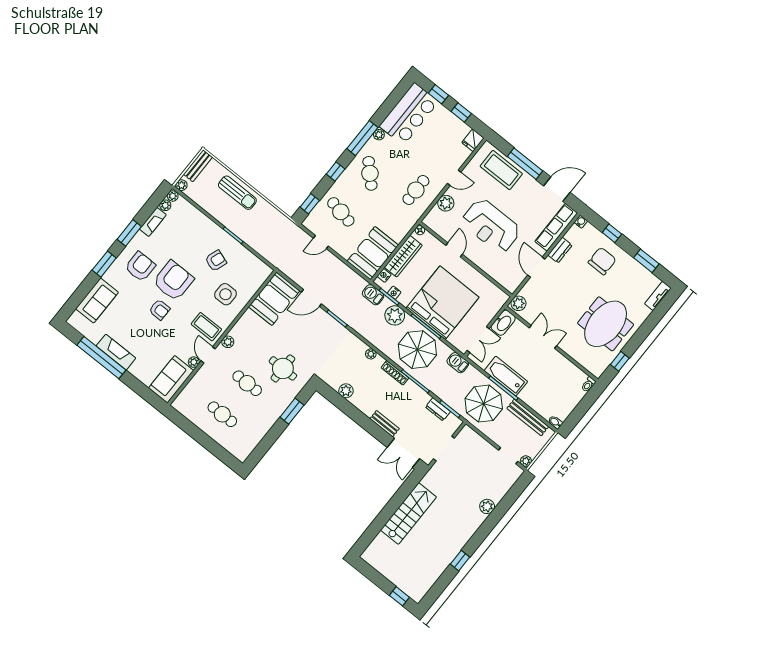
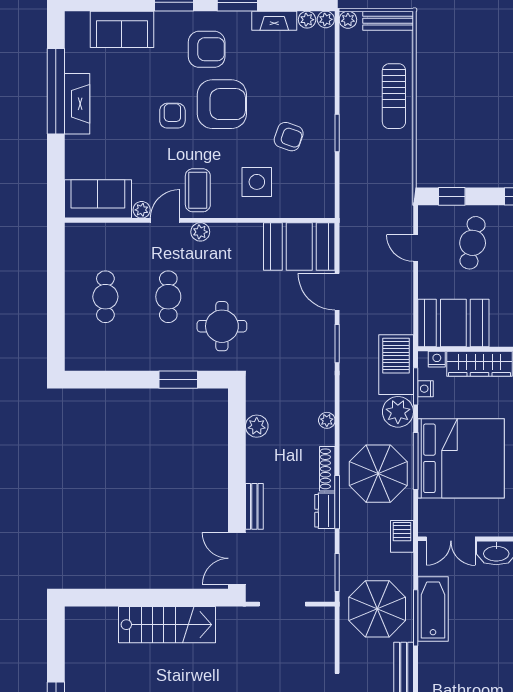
barbecue: (373, 295) -> (396, 365), width x1.88, depth x1.53
armchair: (159, 310) -> (172, 116), turned 180
dresser: (438, 409) -> (325, 511), moved

